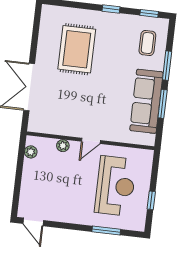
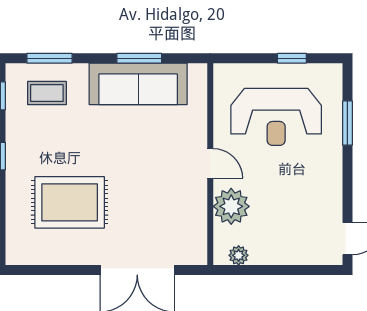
window: (167, 66) -> (49, 58), moved
plant: (63, 146) -> (231, 206), width x1.87, depth x1.87
reception desk: (115, 186) -> (276, 117), turned 180

